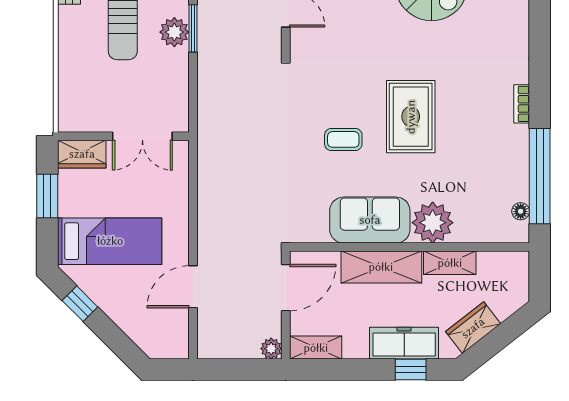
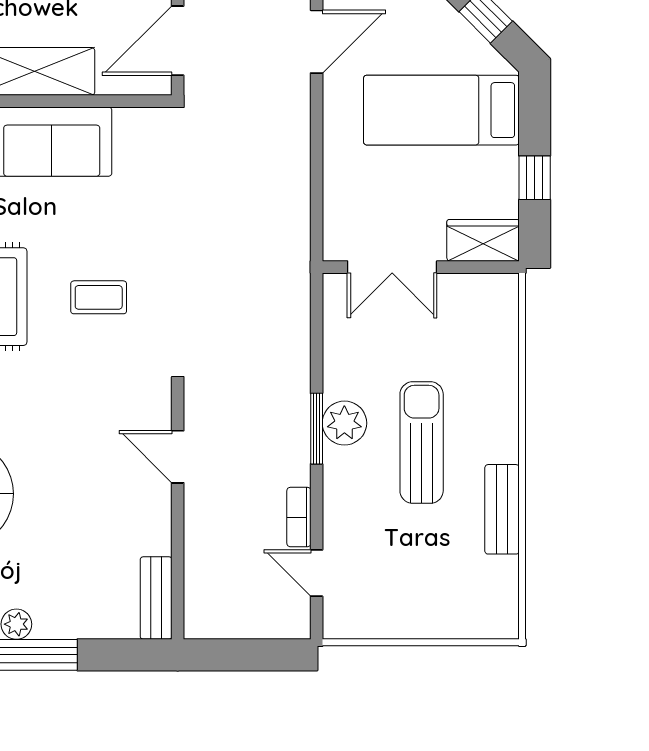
double door: (142, 136) -> (392, 267), swing flipped
coffee table: (343, 139) -> (99, 297), moved
window: (47, 196) -> (535, 178), width x0.67

